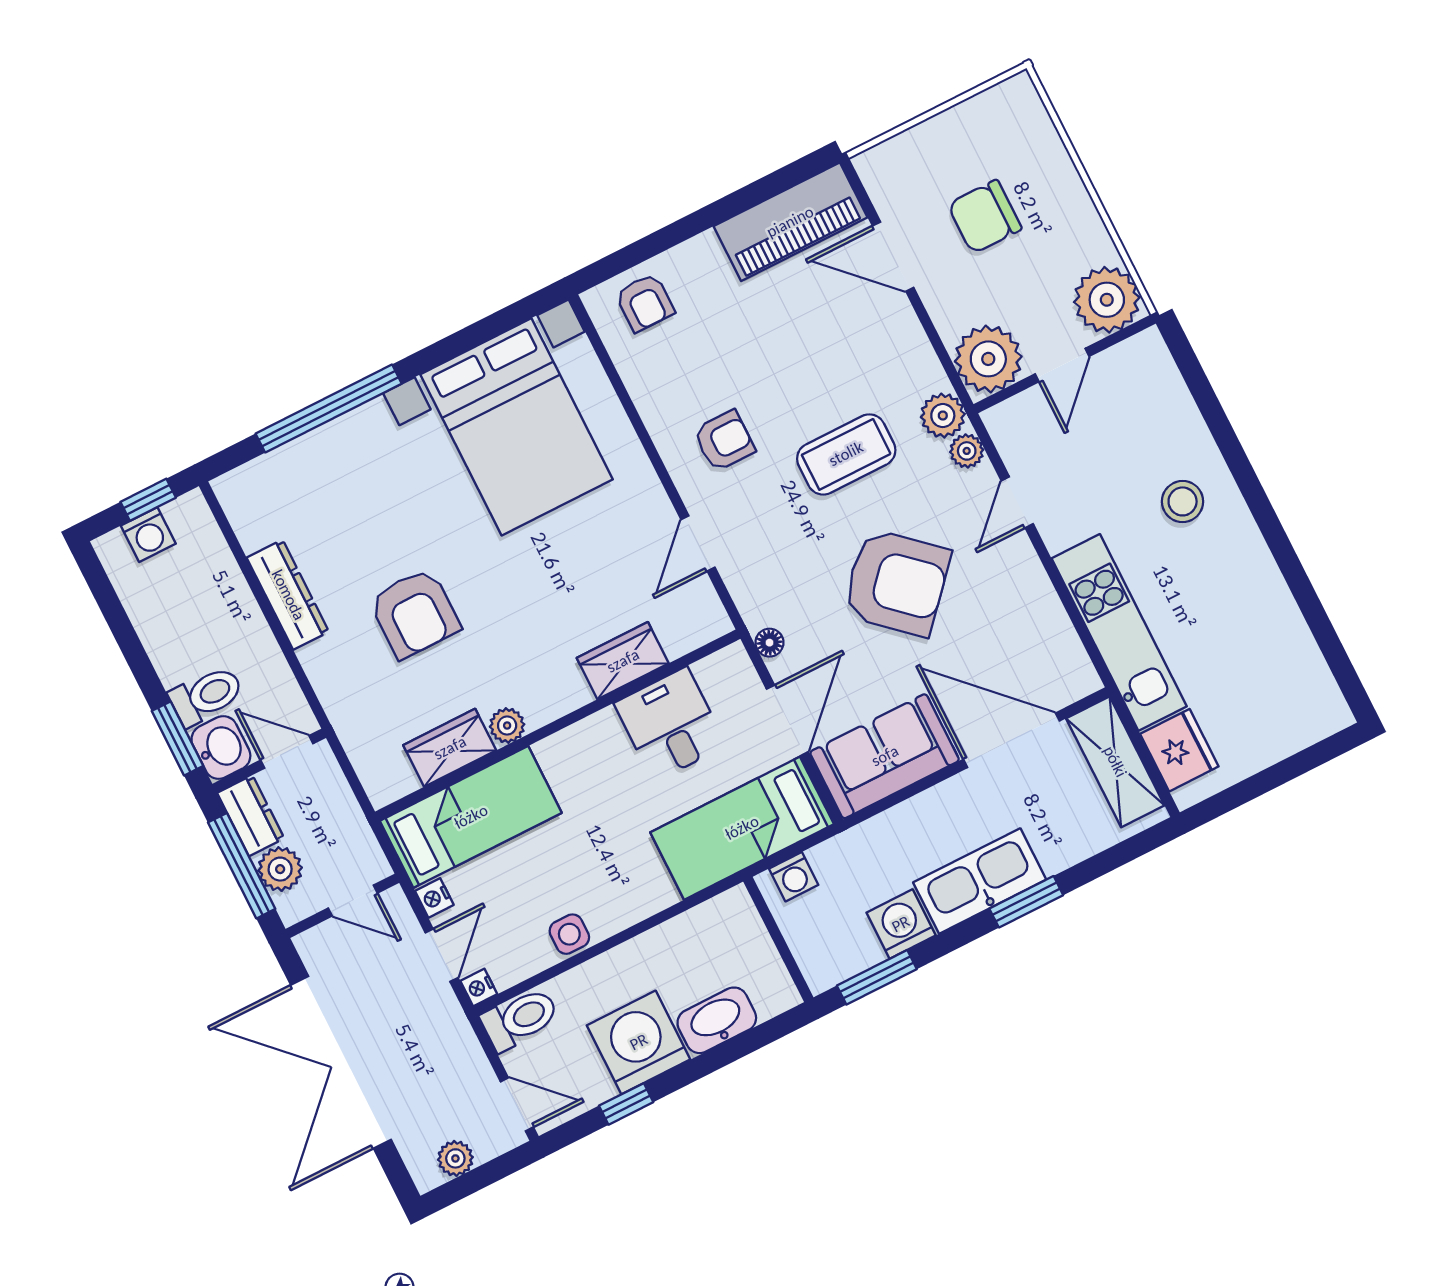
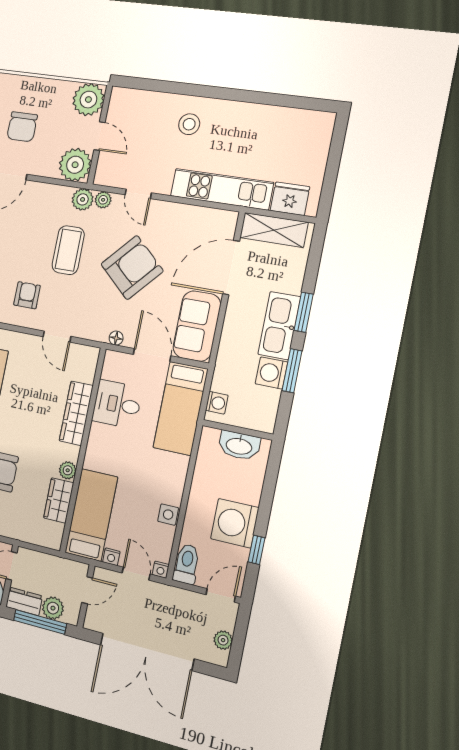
wardrobe: (623, 661) -> (76, 413), width x1.50
window: (877, 977) -> (292, 371), moved
washbasin: (717, 1020) -> (239, 446), moved, turned -90

